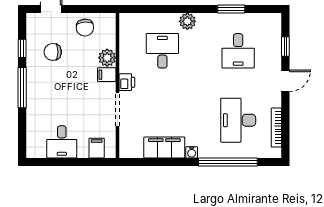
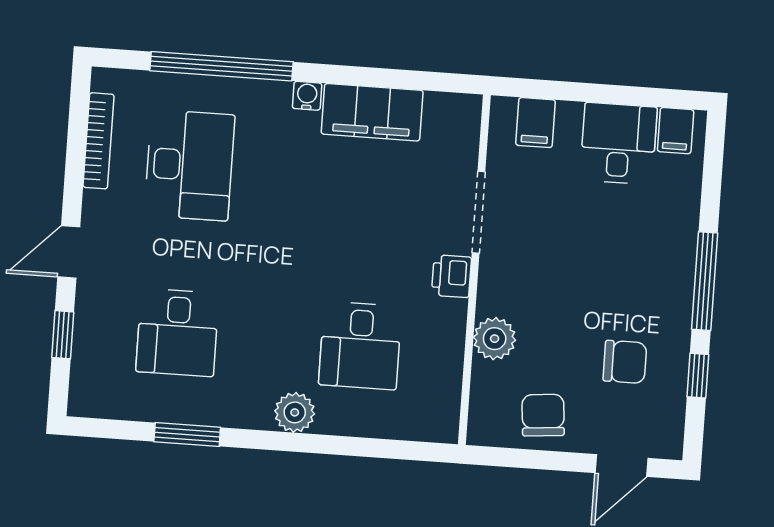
desk: (238, 51) -> (177, 333), turned 180
filing cabinet: (107, 75) -> (676, 131), moved, turned 90

